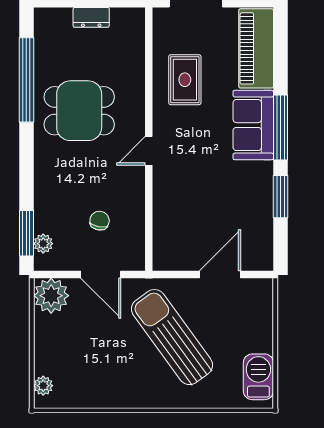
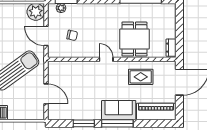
dresser: (91, 17) -> (171, 48), moved
dining table: (79, 111) -> (134, 39), moved
door: (101, 274) -> (46, 36), hinge flipped

